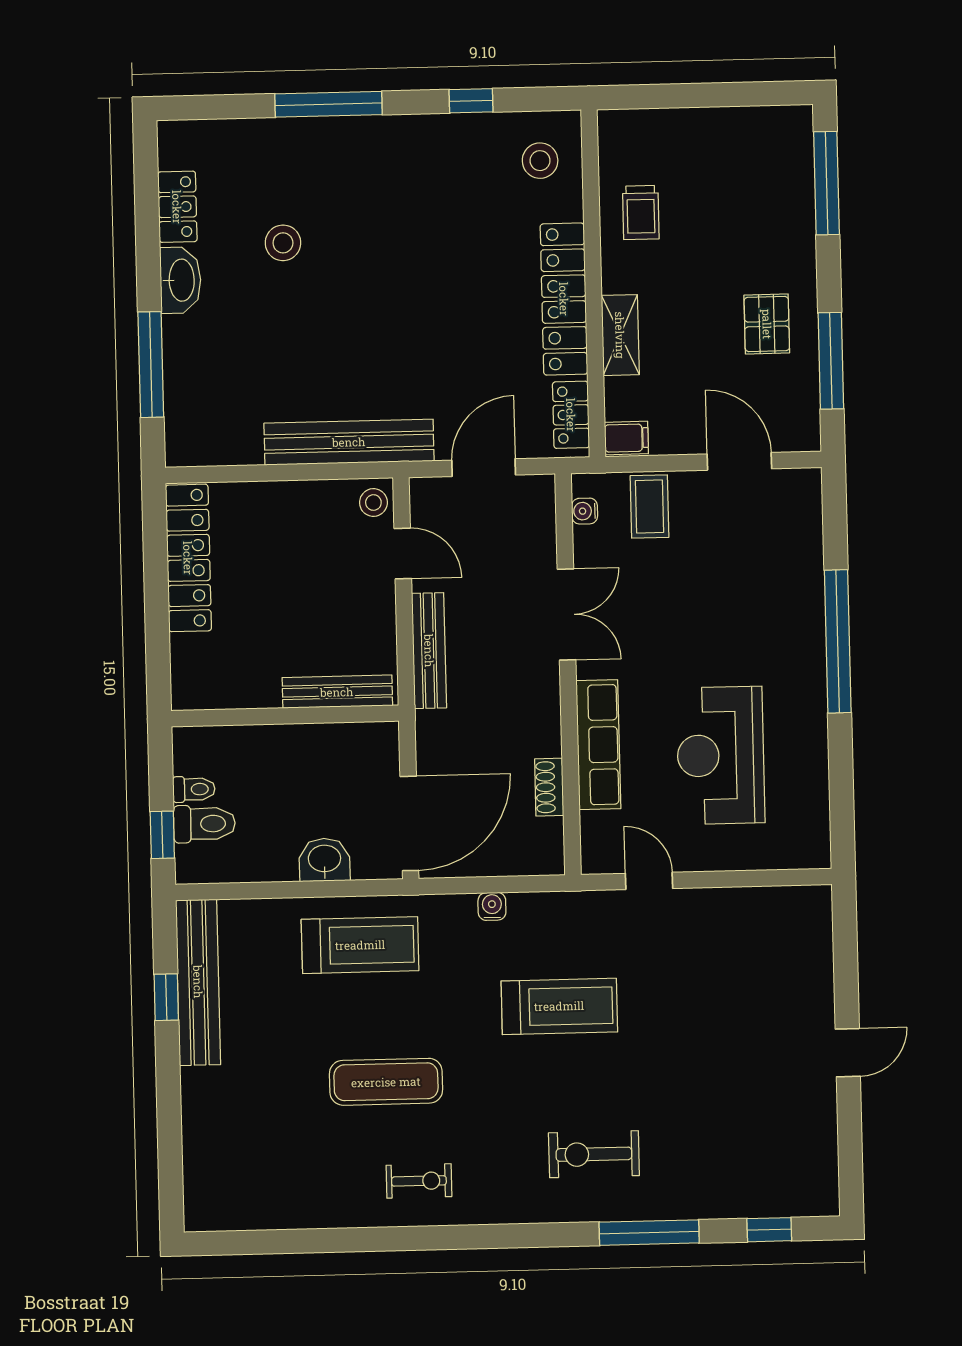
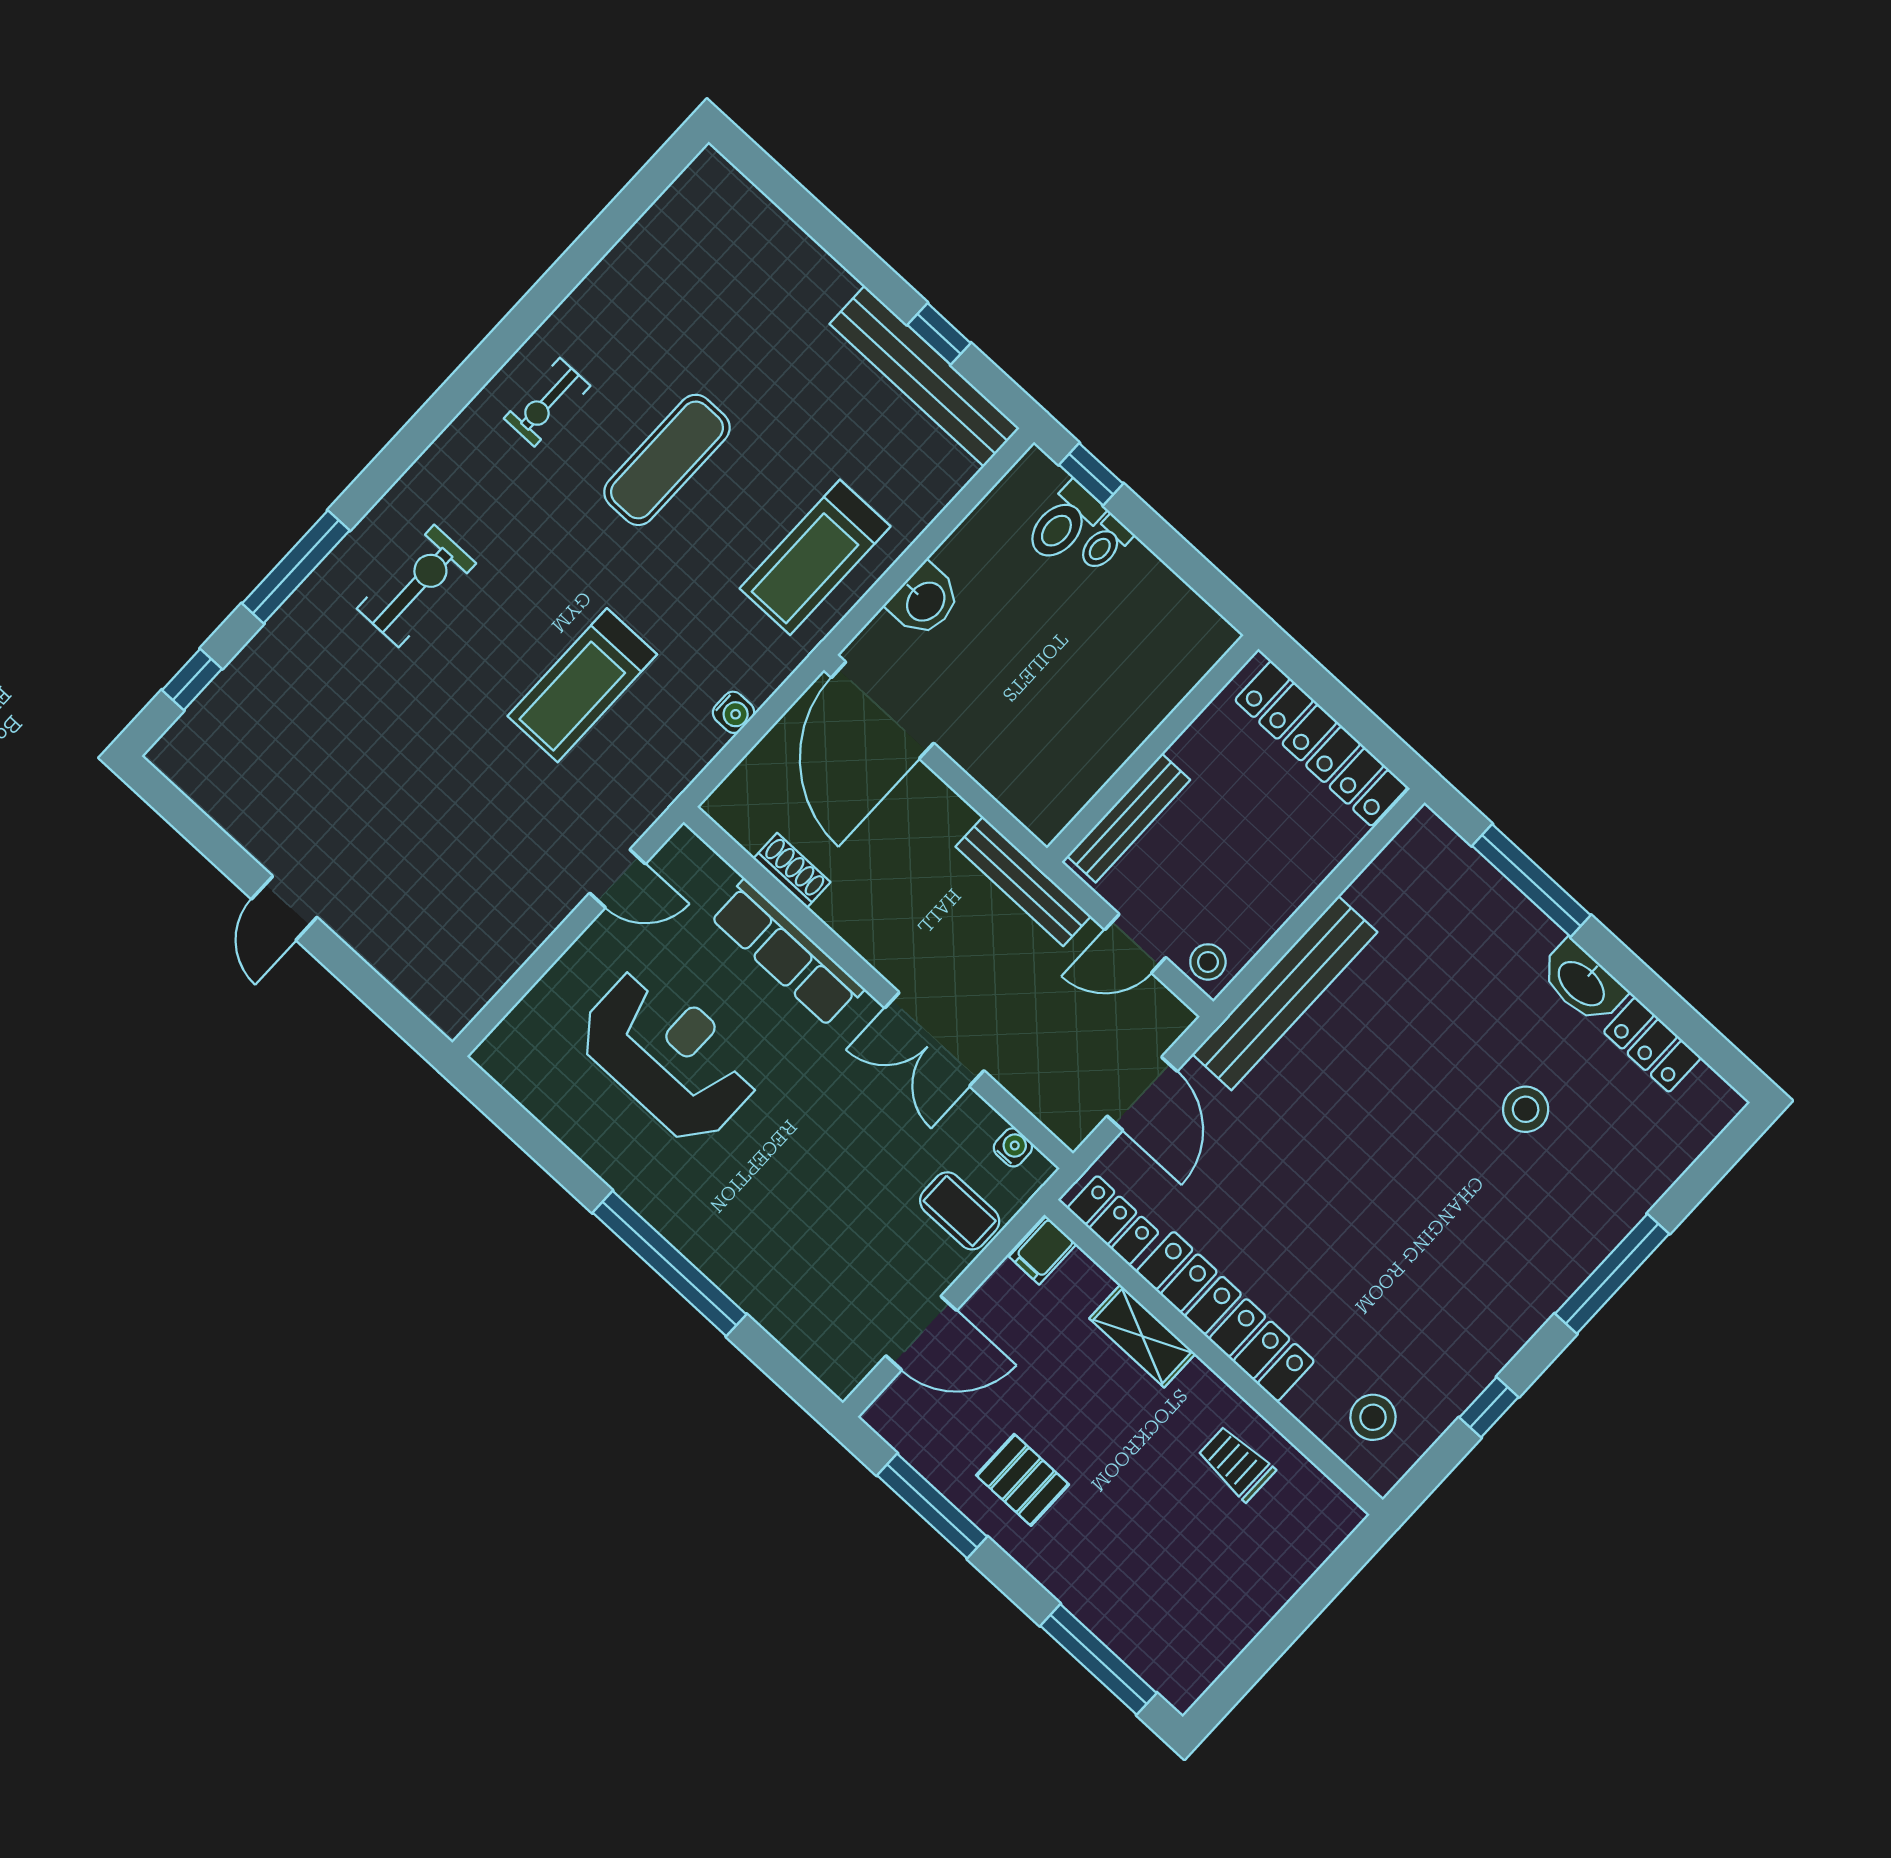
bench: (337, 692) -> (1129, 818), moved
wall: (285, 716) -> (1153, 749), moved

